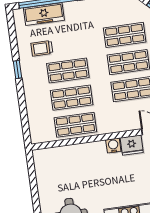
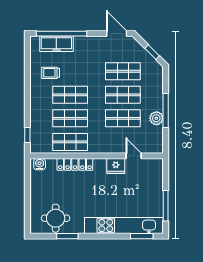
window: (18, 70) -> (27, 135), moved
water cooler: (113, 146) -> (40, 164), moved
locker: (84, 150) -> (75, 164), added

